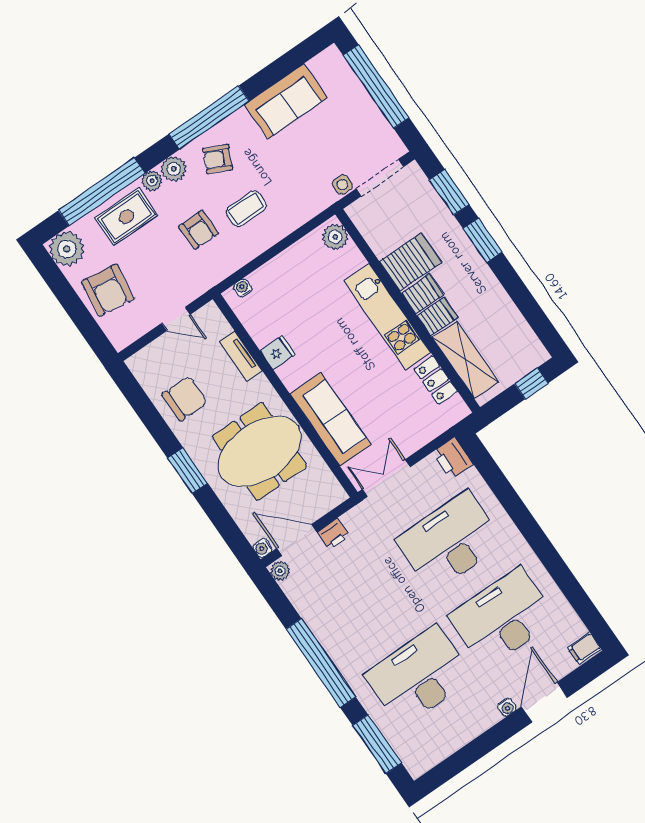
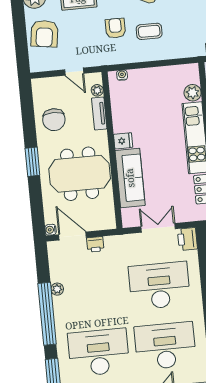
armchair: (199, 230) -> (115, 28), turned 180
plant: (335, 237) -> (193, 93), moved
plant: (221, 327) -> (97, 90), added
fridge: (278, 353) -> (123, 141), moved
chair: (185, 398) -> (54, 120), turned 90
double door: (386, 478) -> (158, 228), moved
plant: (280, 571) -> (57, 289), moved

